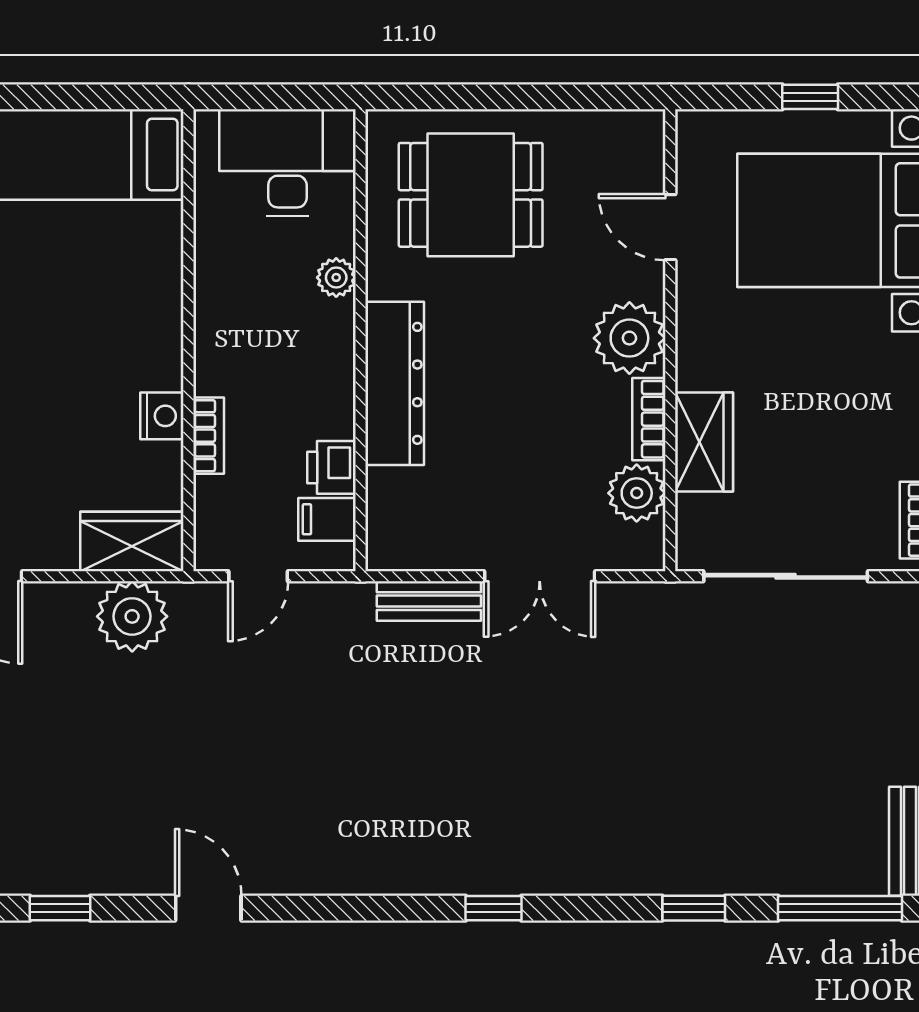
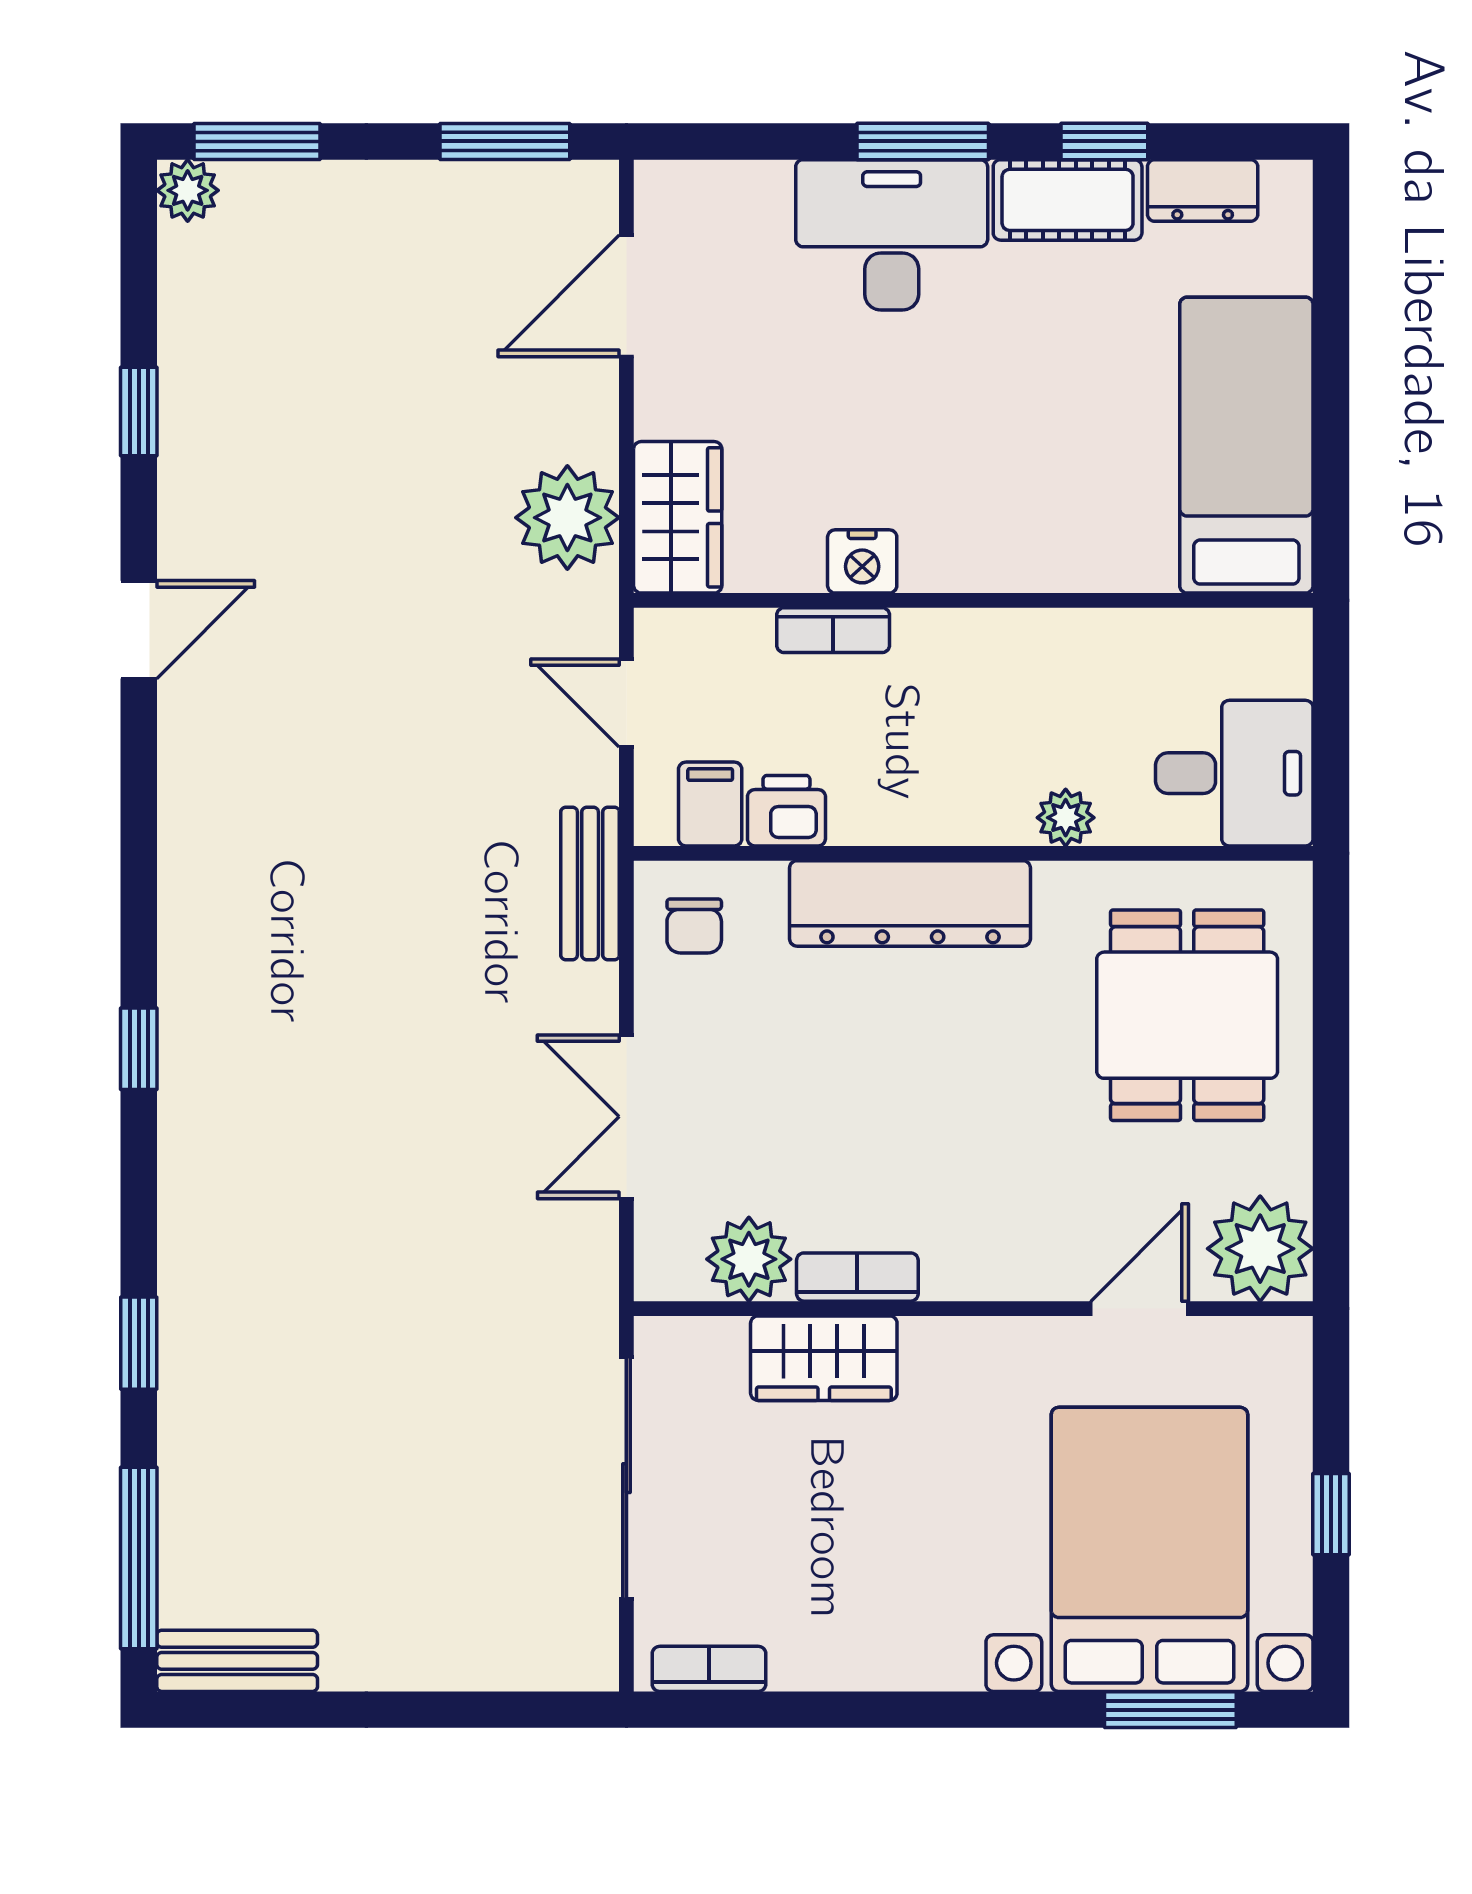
desk: (287, 163) -> (1234, 773), width x0.73
plant: (629, 338) -> (1260, 1249), moved
chair: (410, 530) -> (694, 926), added
bench: (429, 601) -> (590, 884), moved

